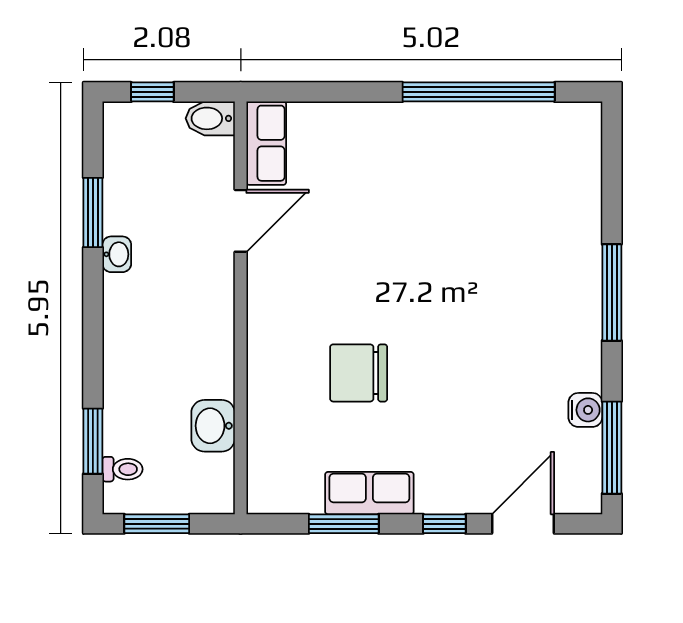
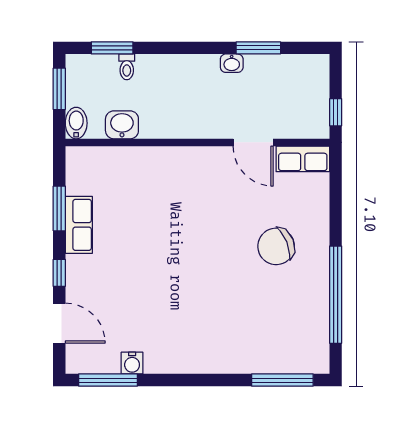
window: (152, 92) -> (336, 112), moved
bidet: (210, 118) -> (76, 123), moved
window: (612, 292) -> (282, 380), moved
chair: (359, 373) -> (276, 246), moved, turned -112
toilet: (122, 469) -> (127, 67), moved

